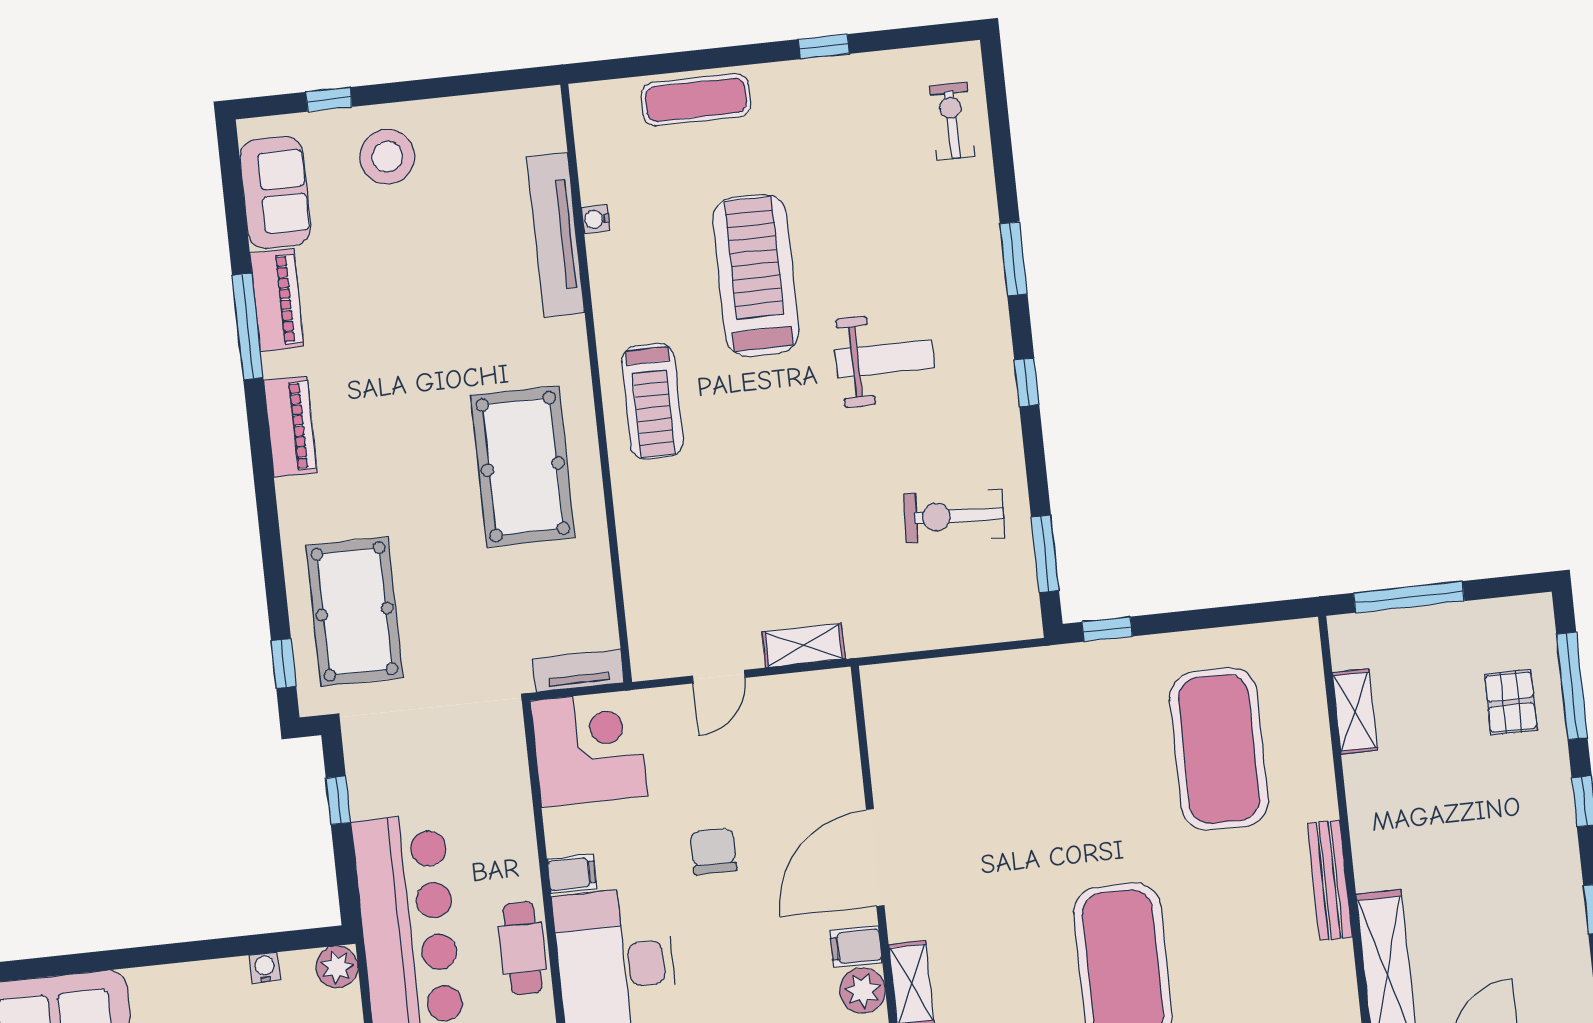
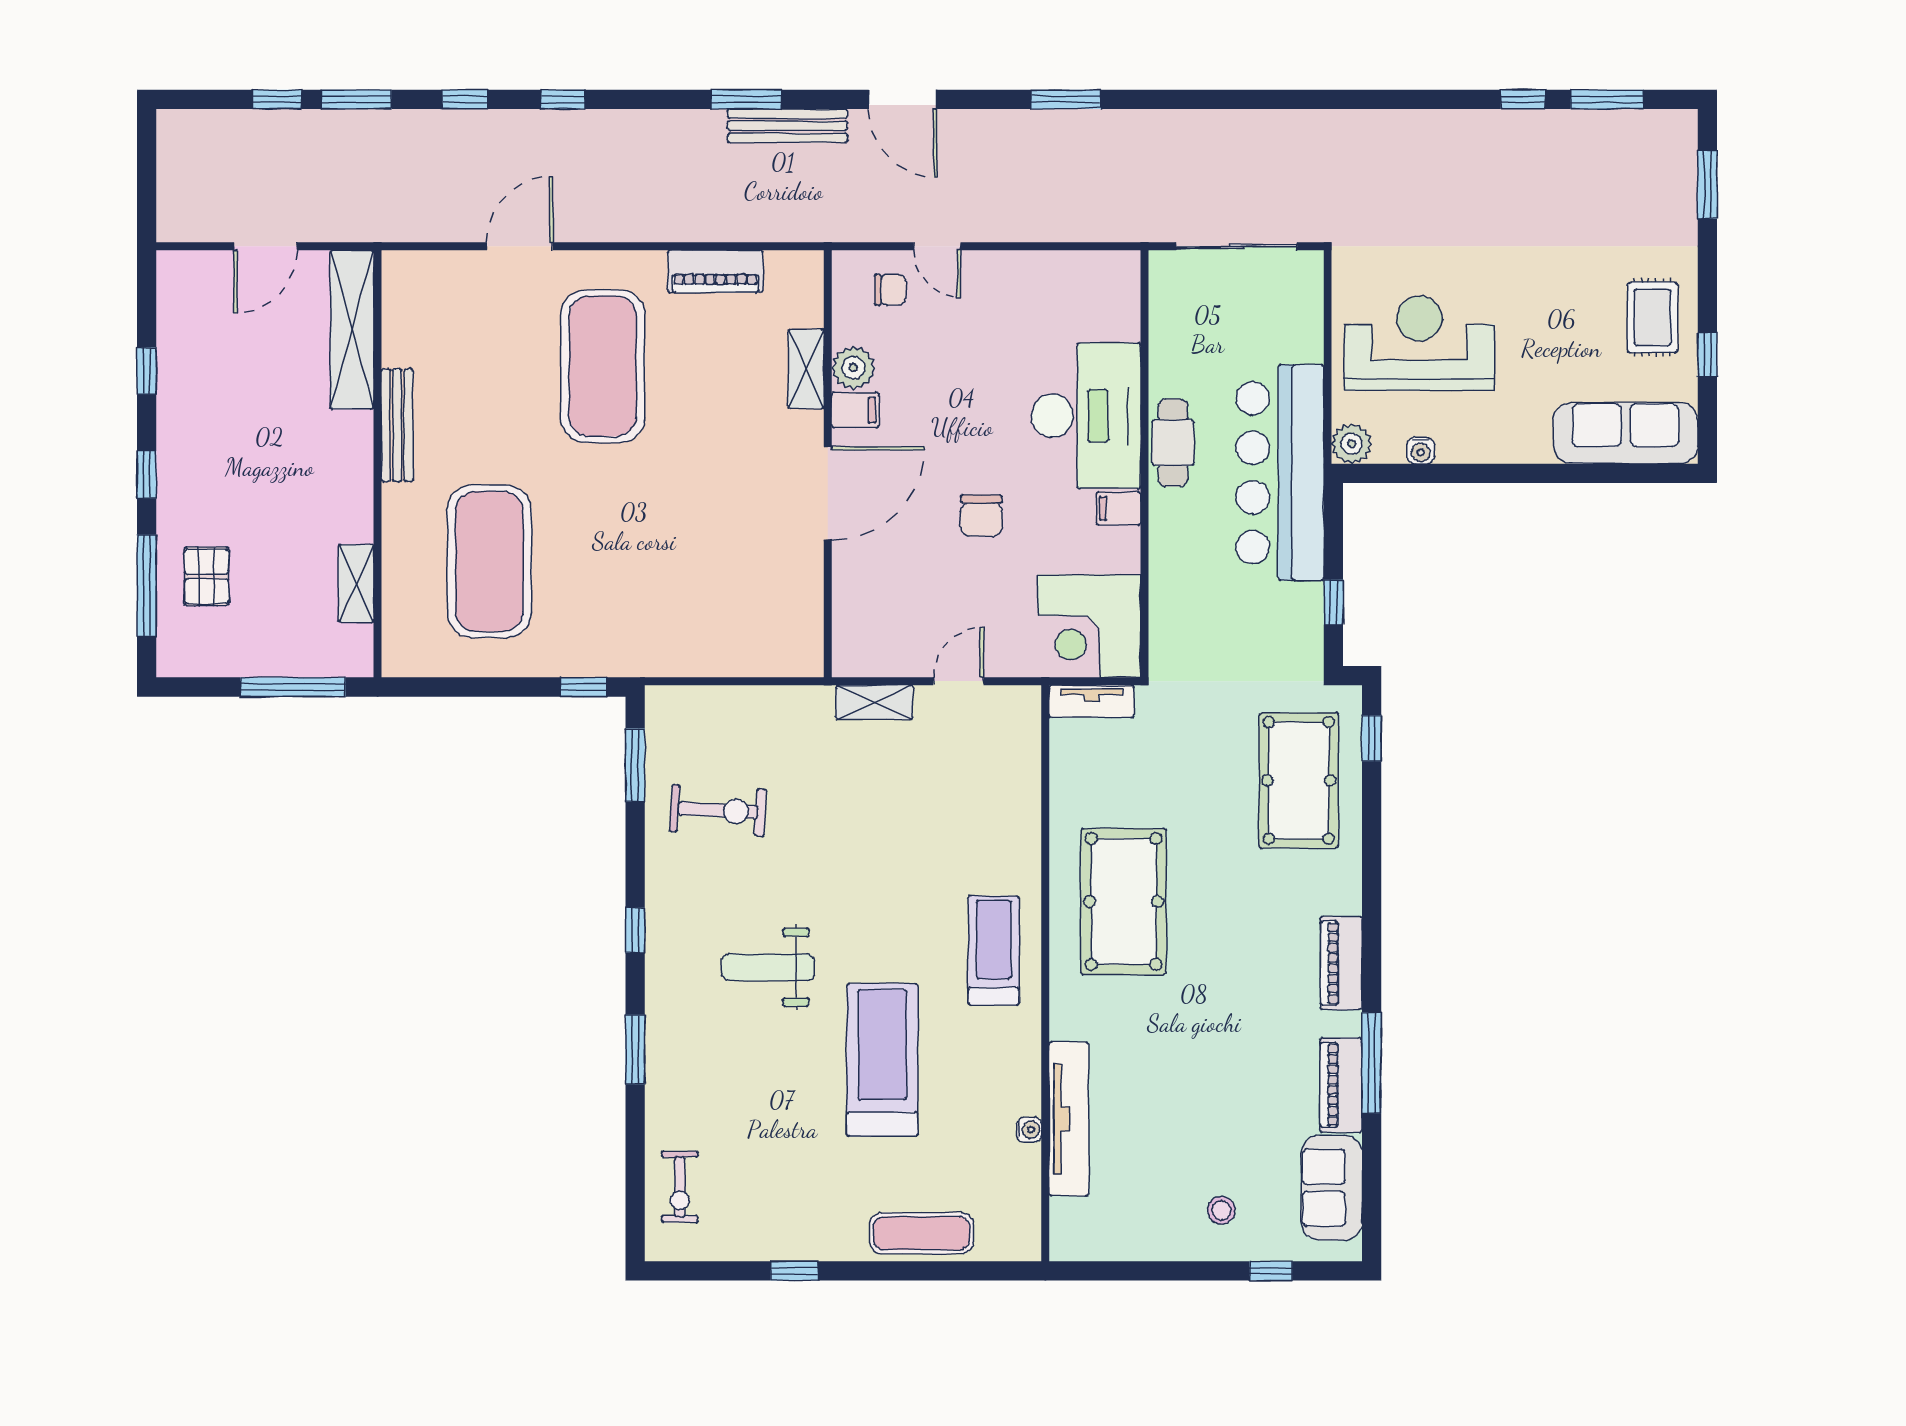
stool: (387, 157) -> (1221, 1210), width x0.53, depth x0.53
treadmill: (756, 275) -> (882, 1060), turned 180

